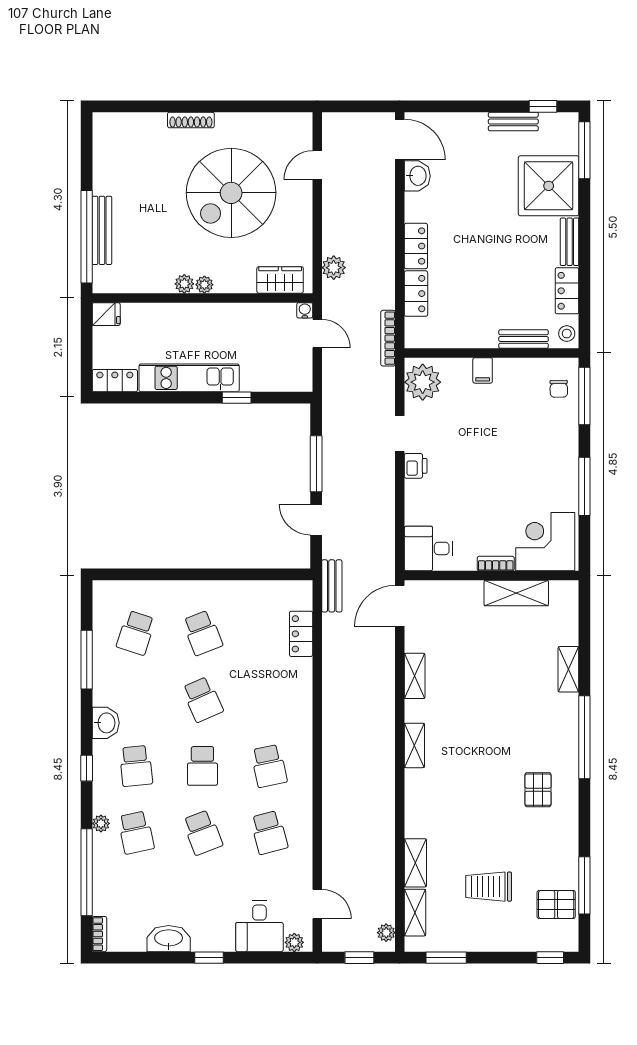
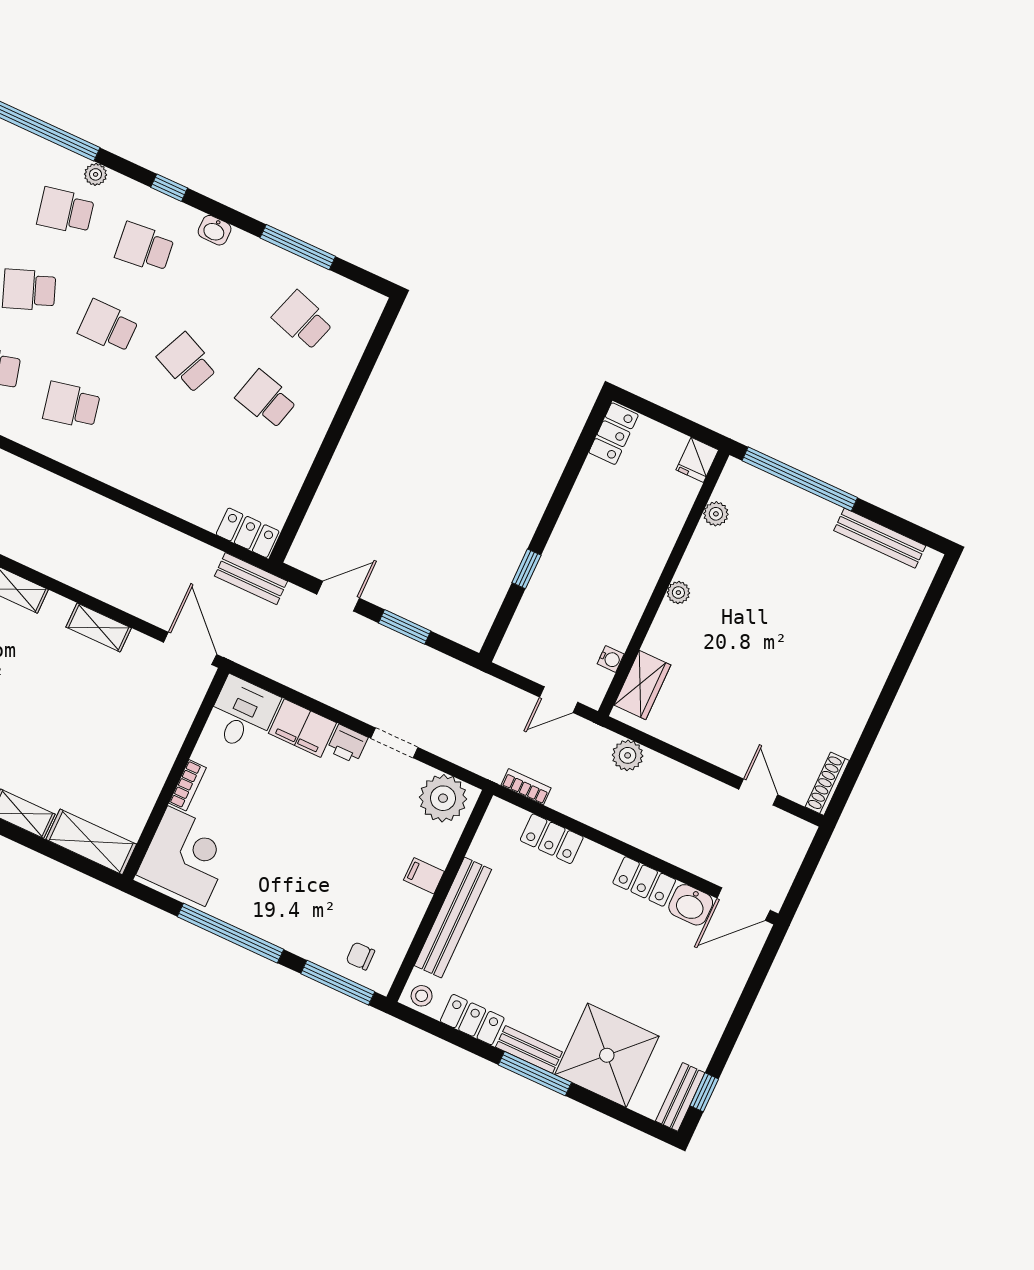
shoe rack: (191, 120) -> (827, 784), moved
bench: (513, 122) -> (680, 1097), moved
window: (584, 150) -> (535, 1074), moved
spiral stairs: (231, 193) -> (773, 675), removed
bench: (102, 230) -> (880, 538), moved
locker: (416, 246) -> (644, 881), moved
plant: (184, 284) -> (716, 514), moved
water cooler: (305, 310) -> (611, 659), moved
bookcase: (388, 338) -> (526, 787), width x0.64
bench: (524, 339) -> (453, 917), width x1.86, depth x1.21
kitchen unit: (189, 378) -> (576, 523), removed
window: (316, 464) -> (405, 627), width x0.69
window: (584, 486) -> (230, 933), width x1.46
filing cabinet: (419, 502) -> (302, 728), added
shelving: (516, 593) -> (91, 842), moved, turned 90
school desk: (202, 633) -> (266, 399), turned 36
locker: (301, 634) -> (248, 533), moved
school desk: (202, 699) -> (187, 363), turned 48
washbasin: (106, 723) -> (215, 230), width x0.72, depth x0.69

